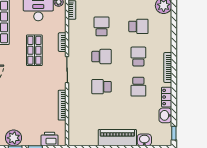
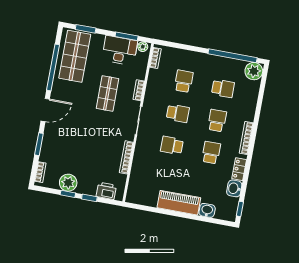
school desk: (138, 87) -> (211, 153), turned 180

